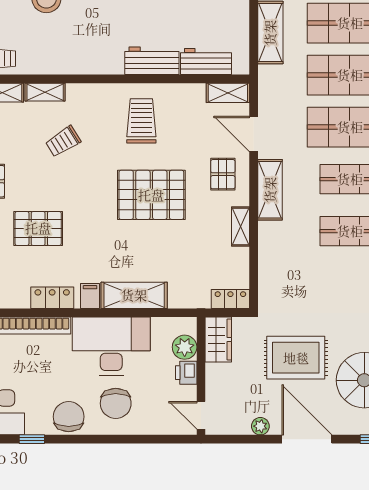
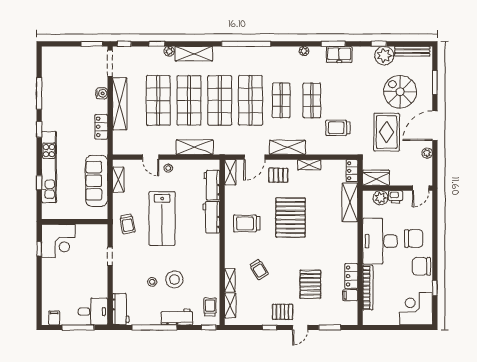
trolley: (303, 275) -> (338, 128), added
shelving: (134, 295) -> (350, 202), moved
filing cabinet: (90, 296) -> (350, 295), moved

